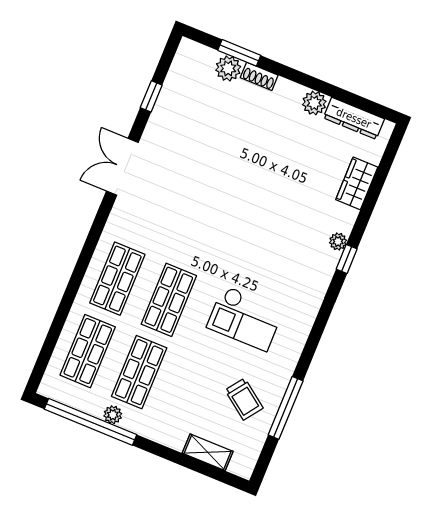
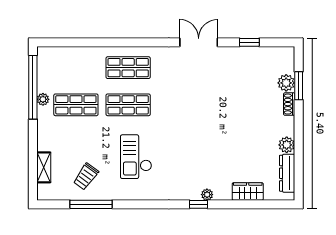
shop shelf: (88, 351) -> (76, 68), removed

